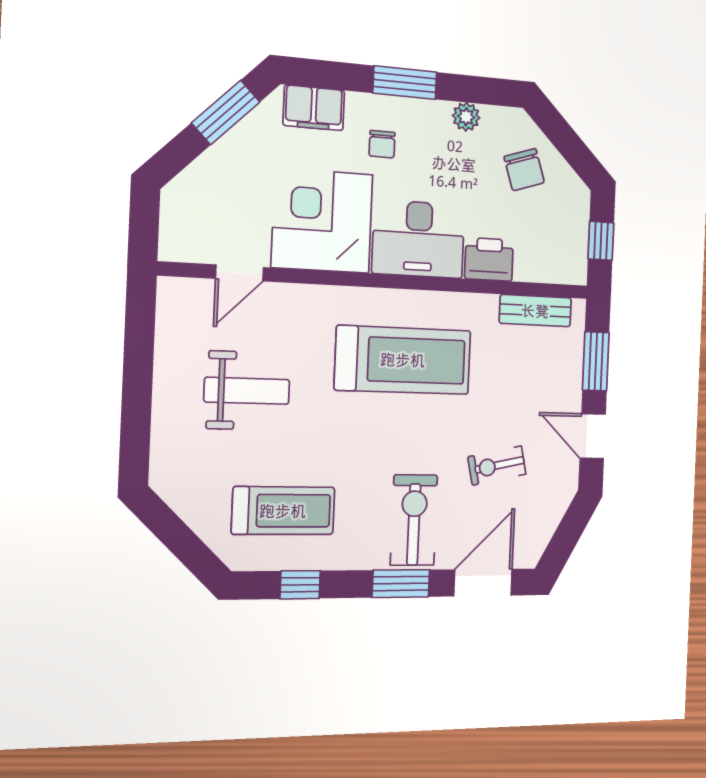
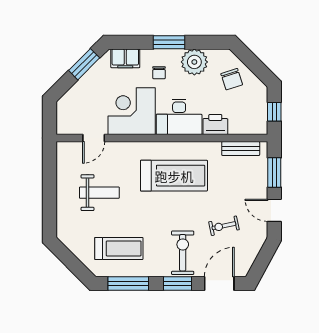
plant: (466, 117) -> (194, 62), width x1.87, depth x1.87
window: (300, 585) -> (128, 283), width x2.17

